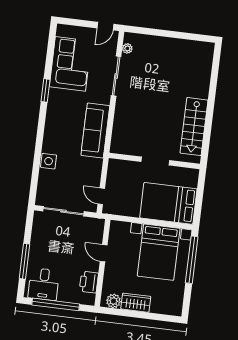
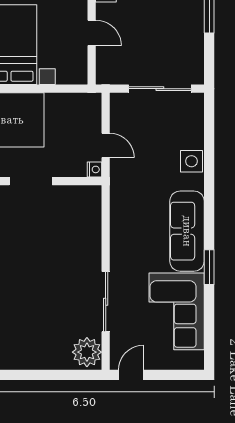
plant: (127, 48) -> (87, 352), width x1.88, depth x1.88
sofa: (95, 131) -> (187, 231), moved, turned 180
nightstand: (113, 164) -> (95, 169), added
door: (101, 196) -> (106, 145), moved

